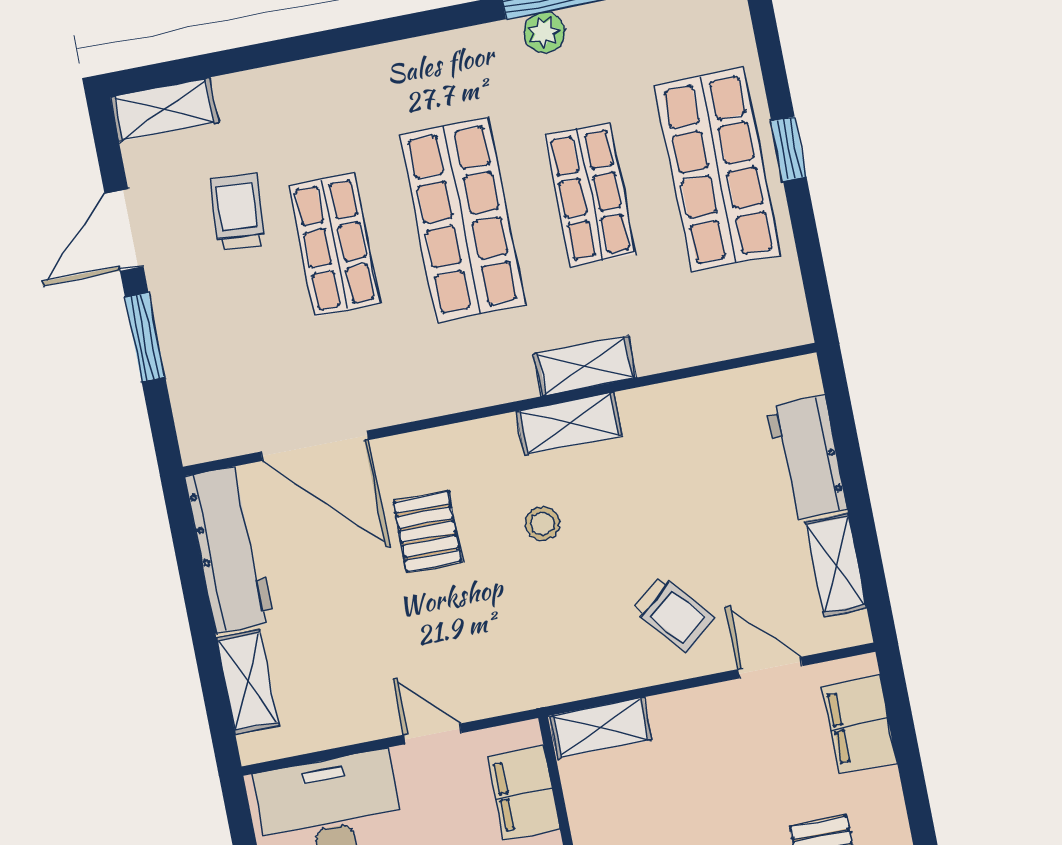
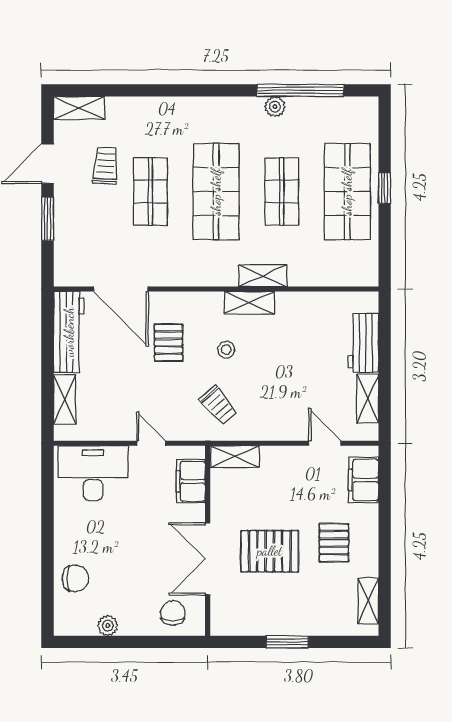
trolley: (674, 614) -> (218, 405), moved

